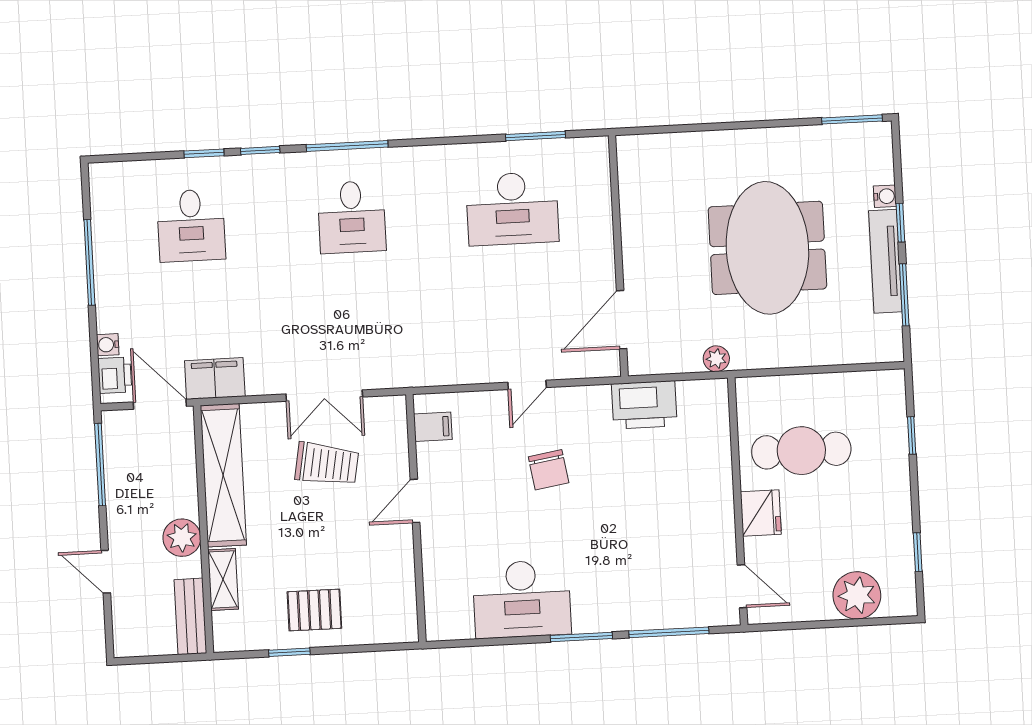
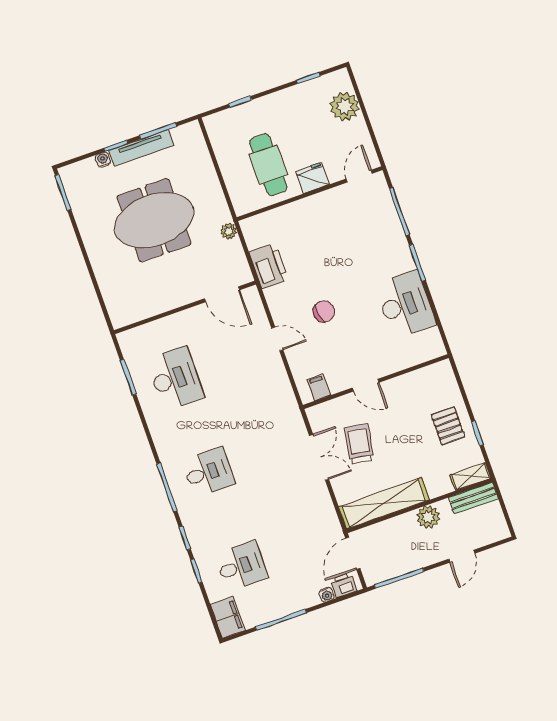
filing cabinet: (215, 378) -> (228, 617), moved, turned 180
shelving: (223, 579) -> (471, 477), moved

